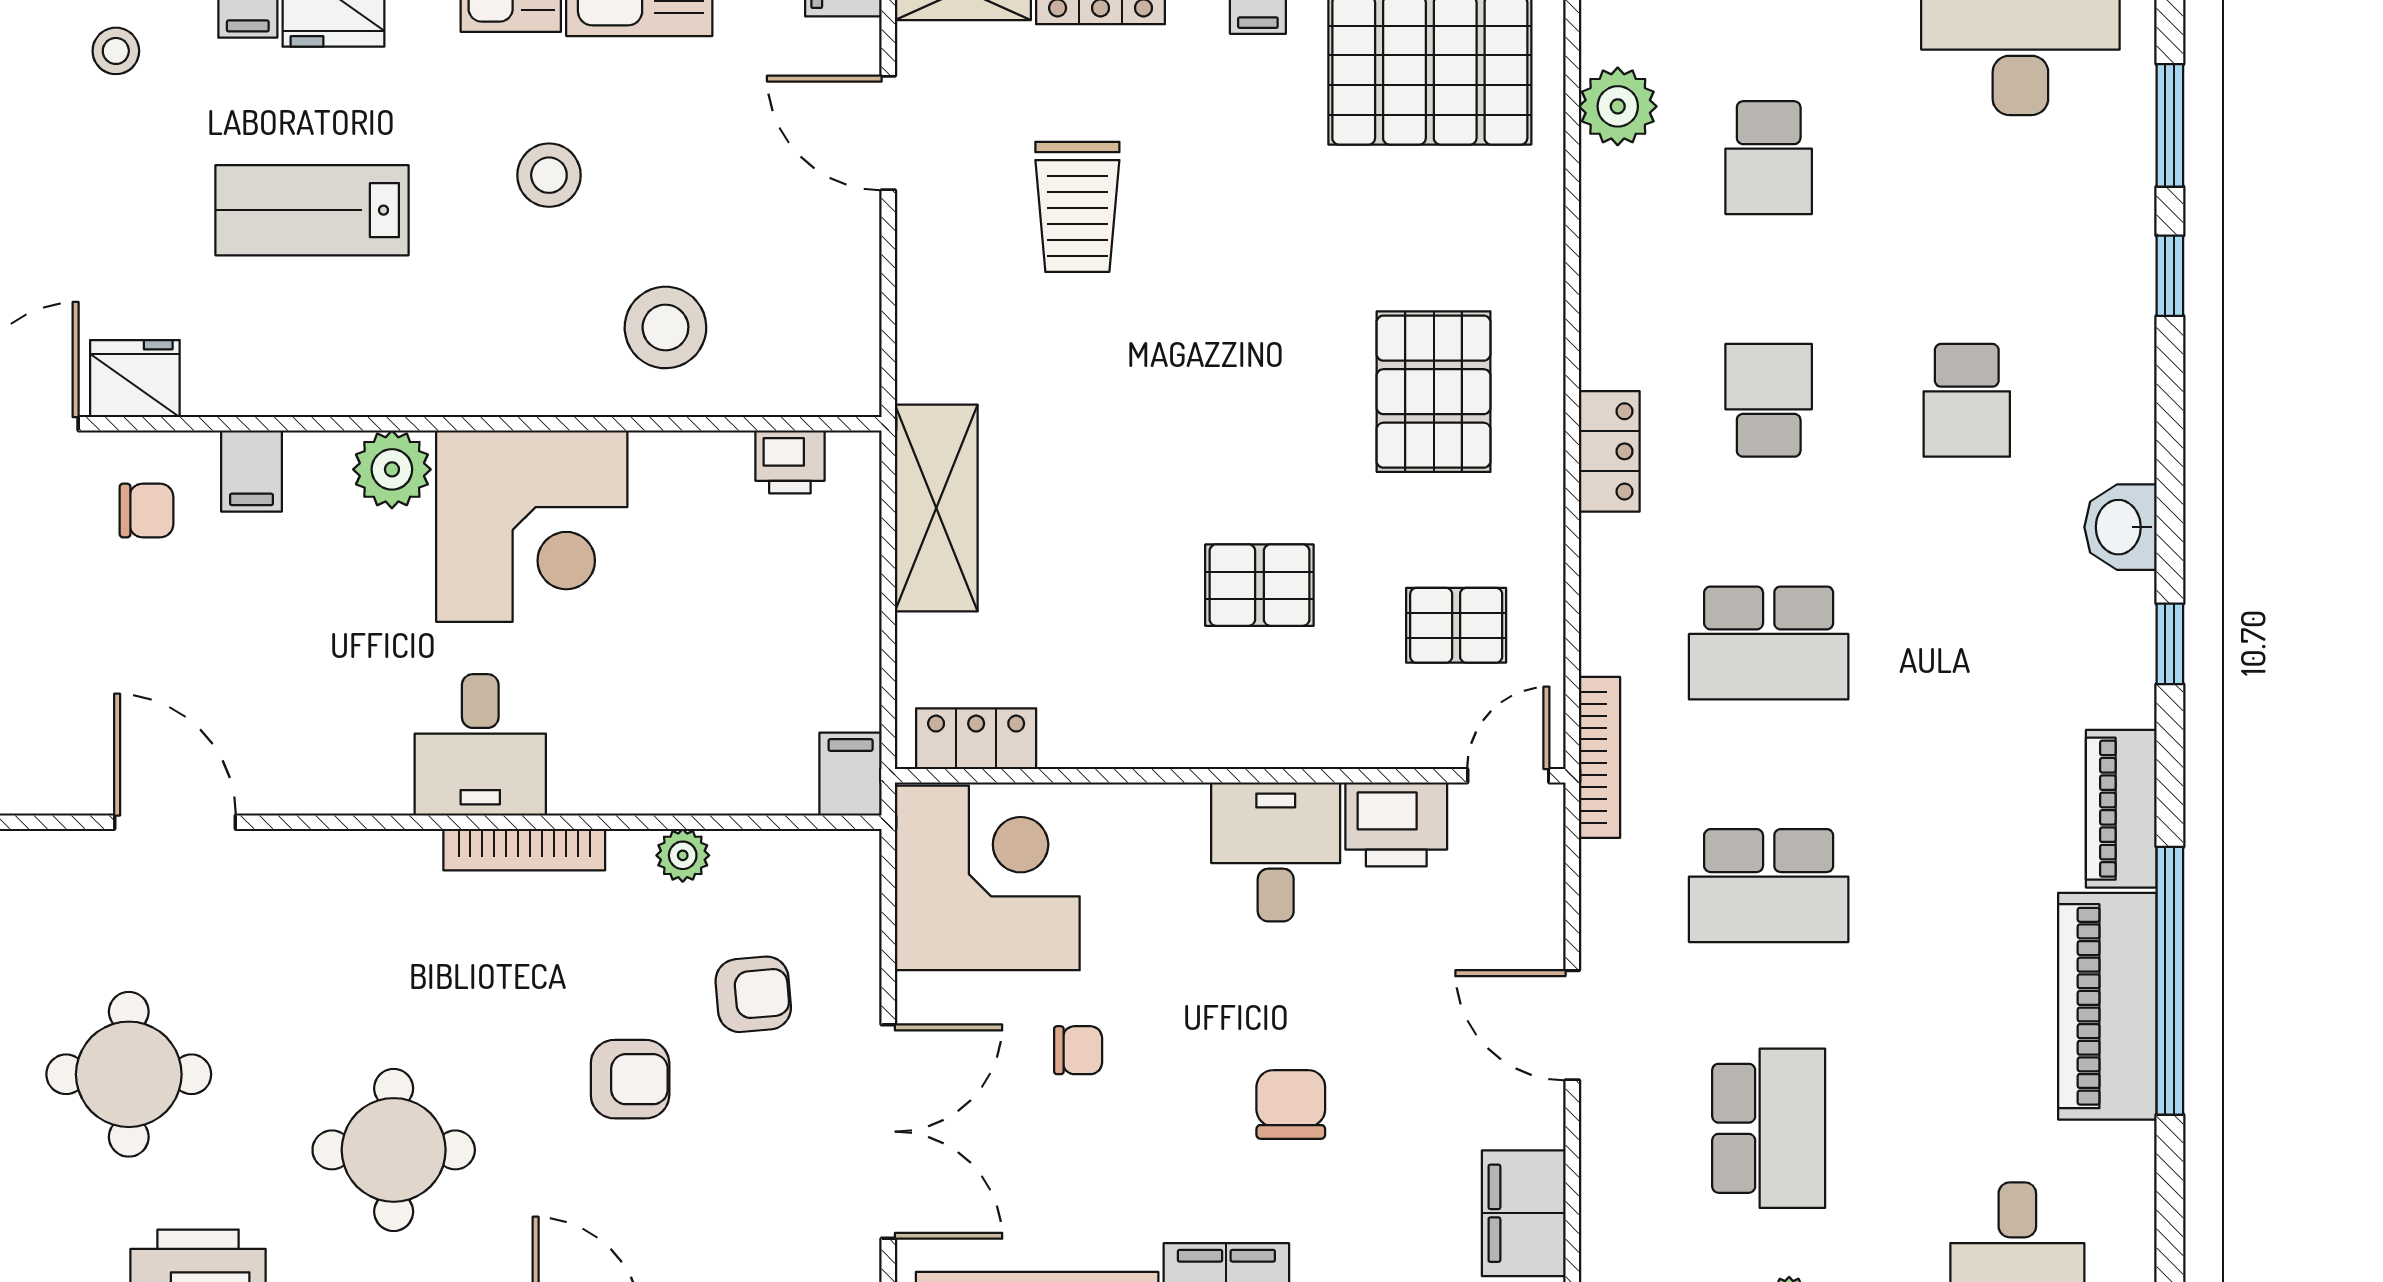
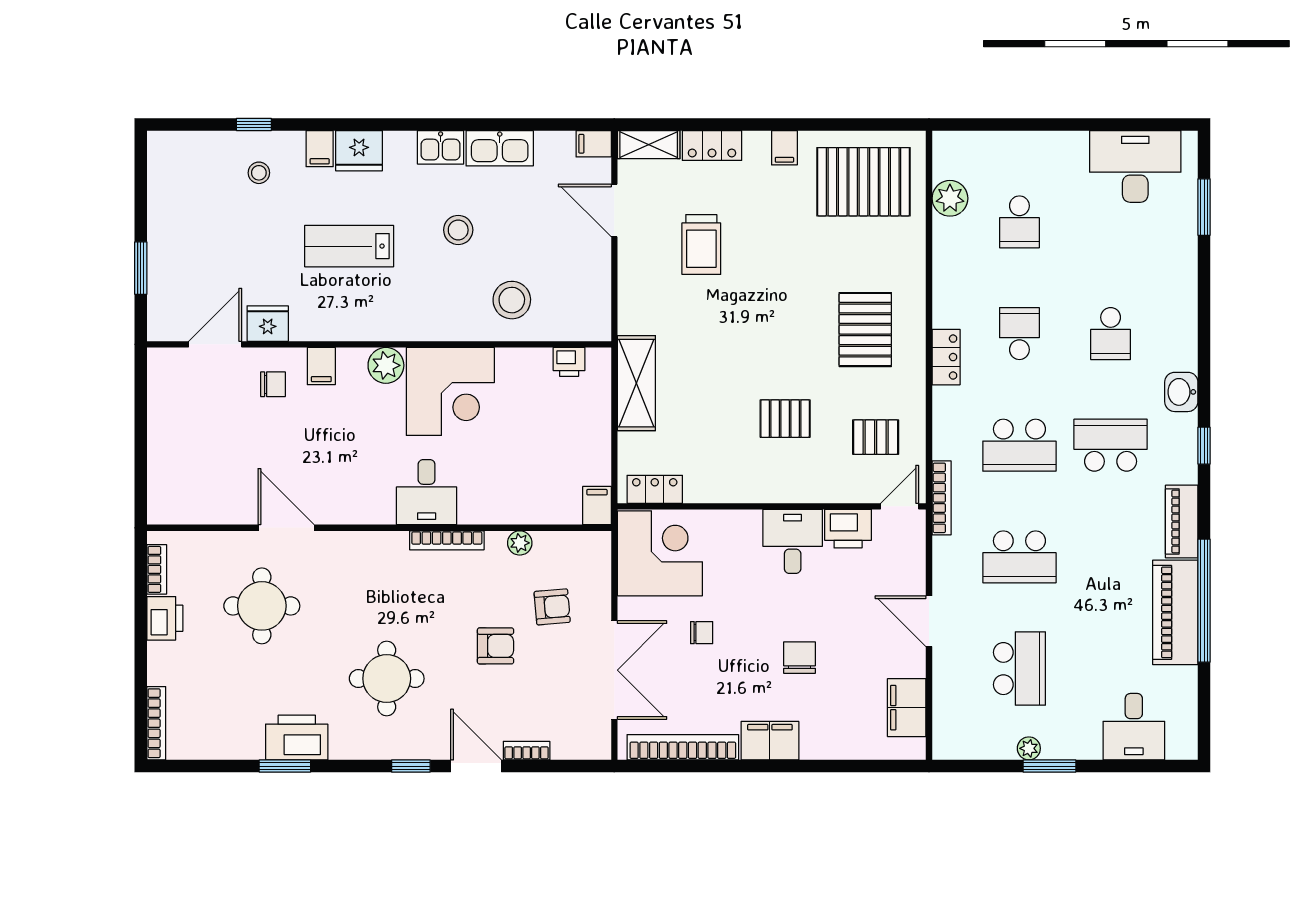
window: (2170, 276) -> (1204, 276), removed
school desk: (1967, 643) -> (1111, 445), added
round table: (129, 1074) -> (262, 606), moved

